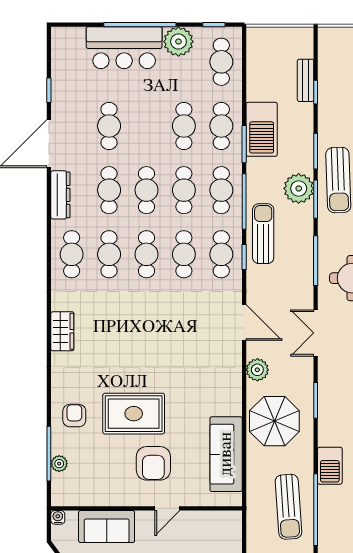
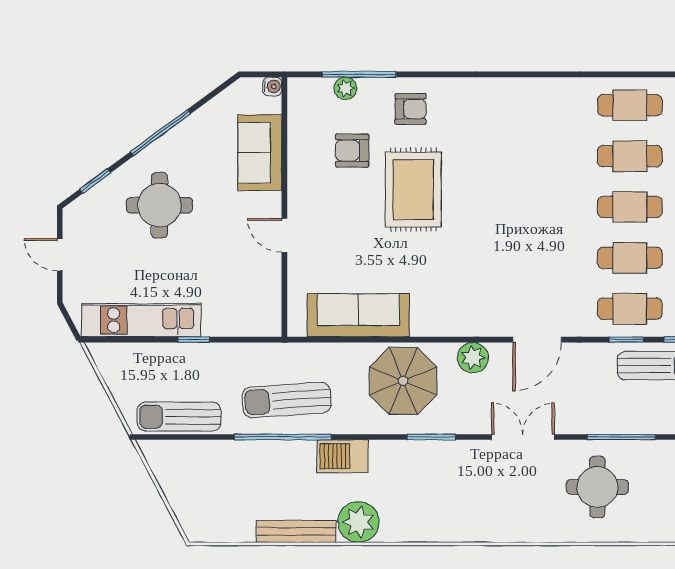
wardrobe: (62, 331) -> (525, 93), removed
armchair: (153, 463) -> (352, 150), moved, width x0.72, depth x0.72

